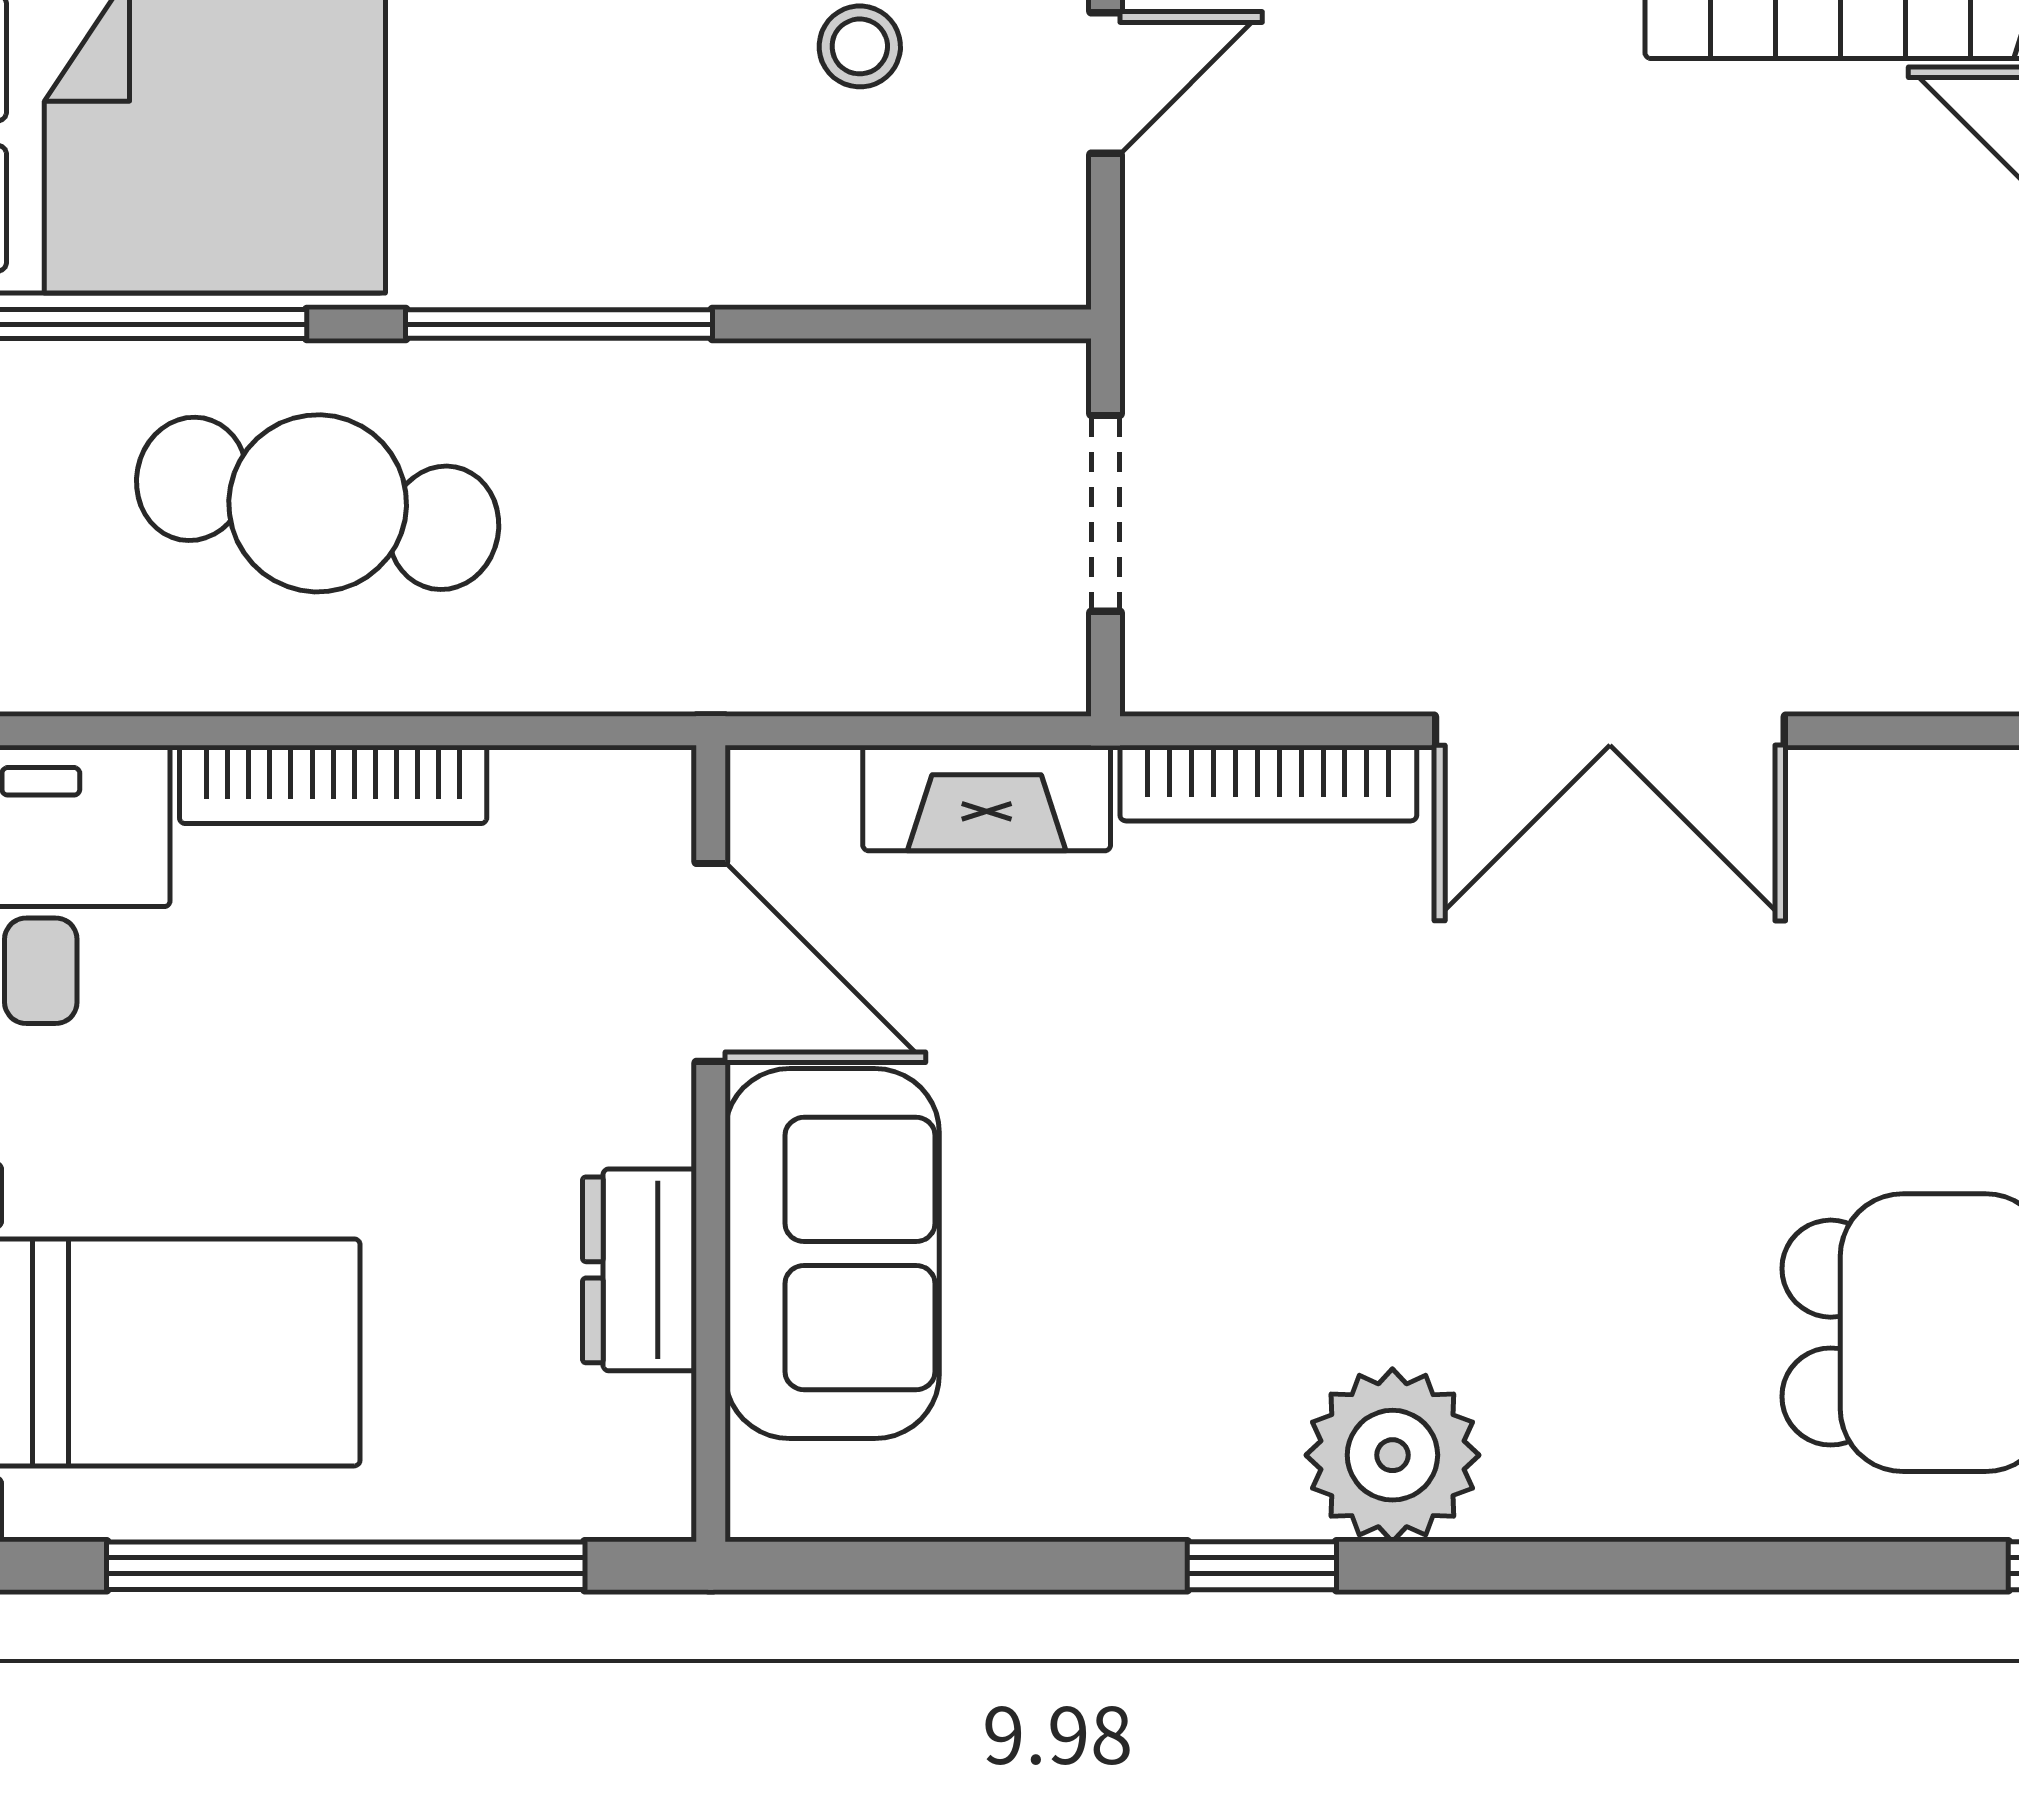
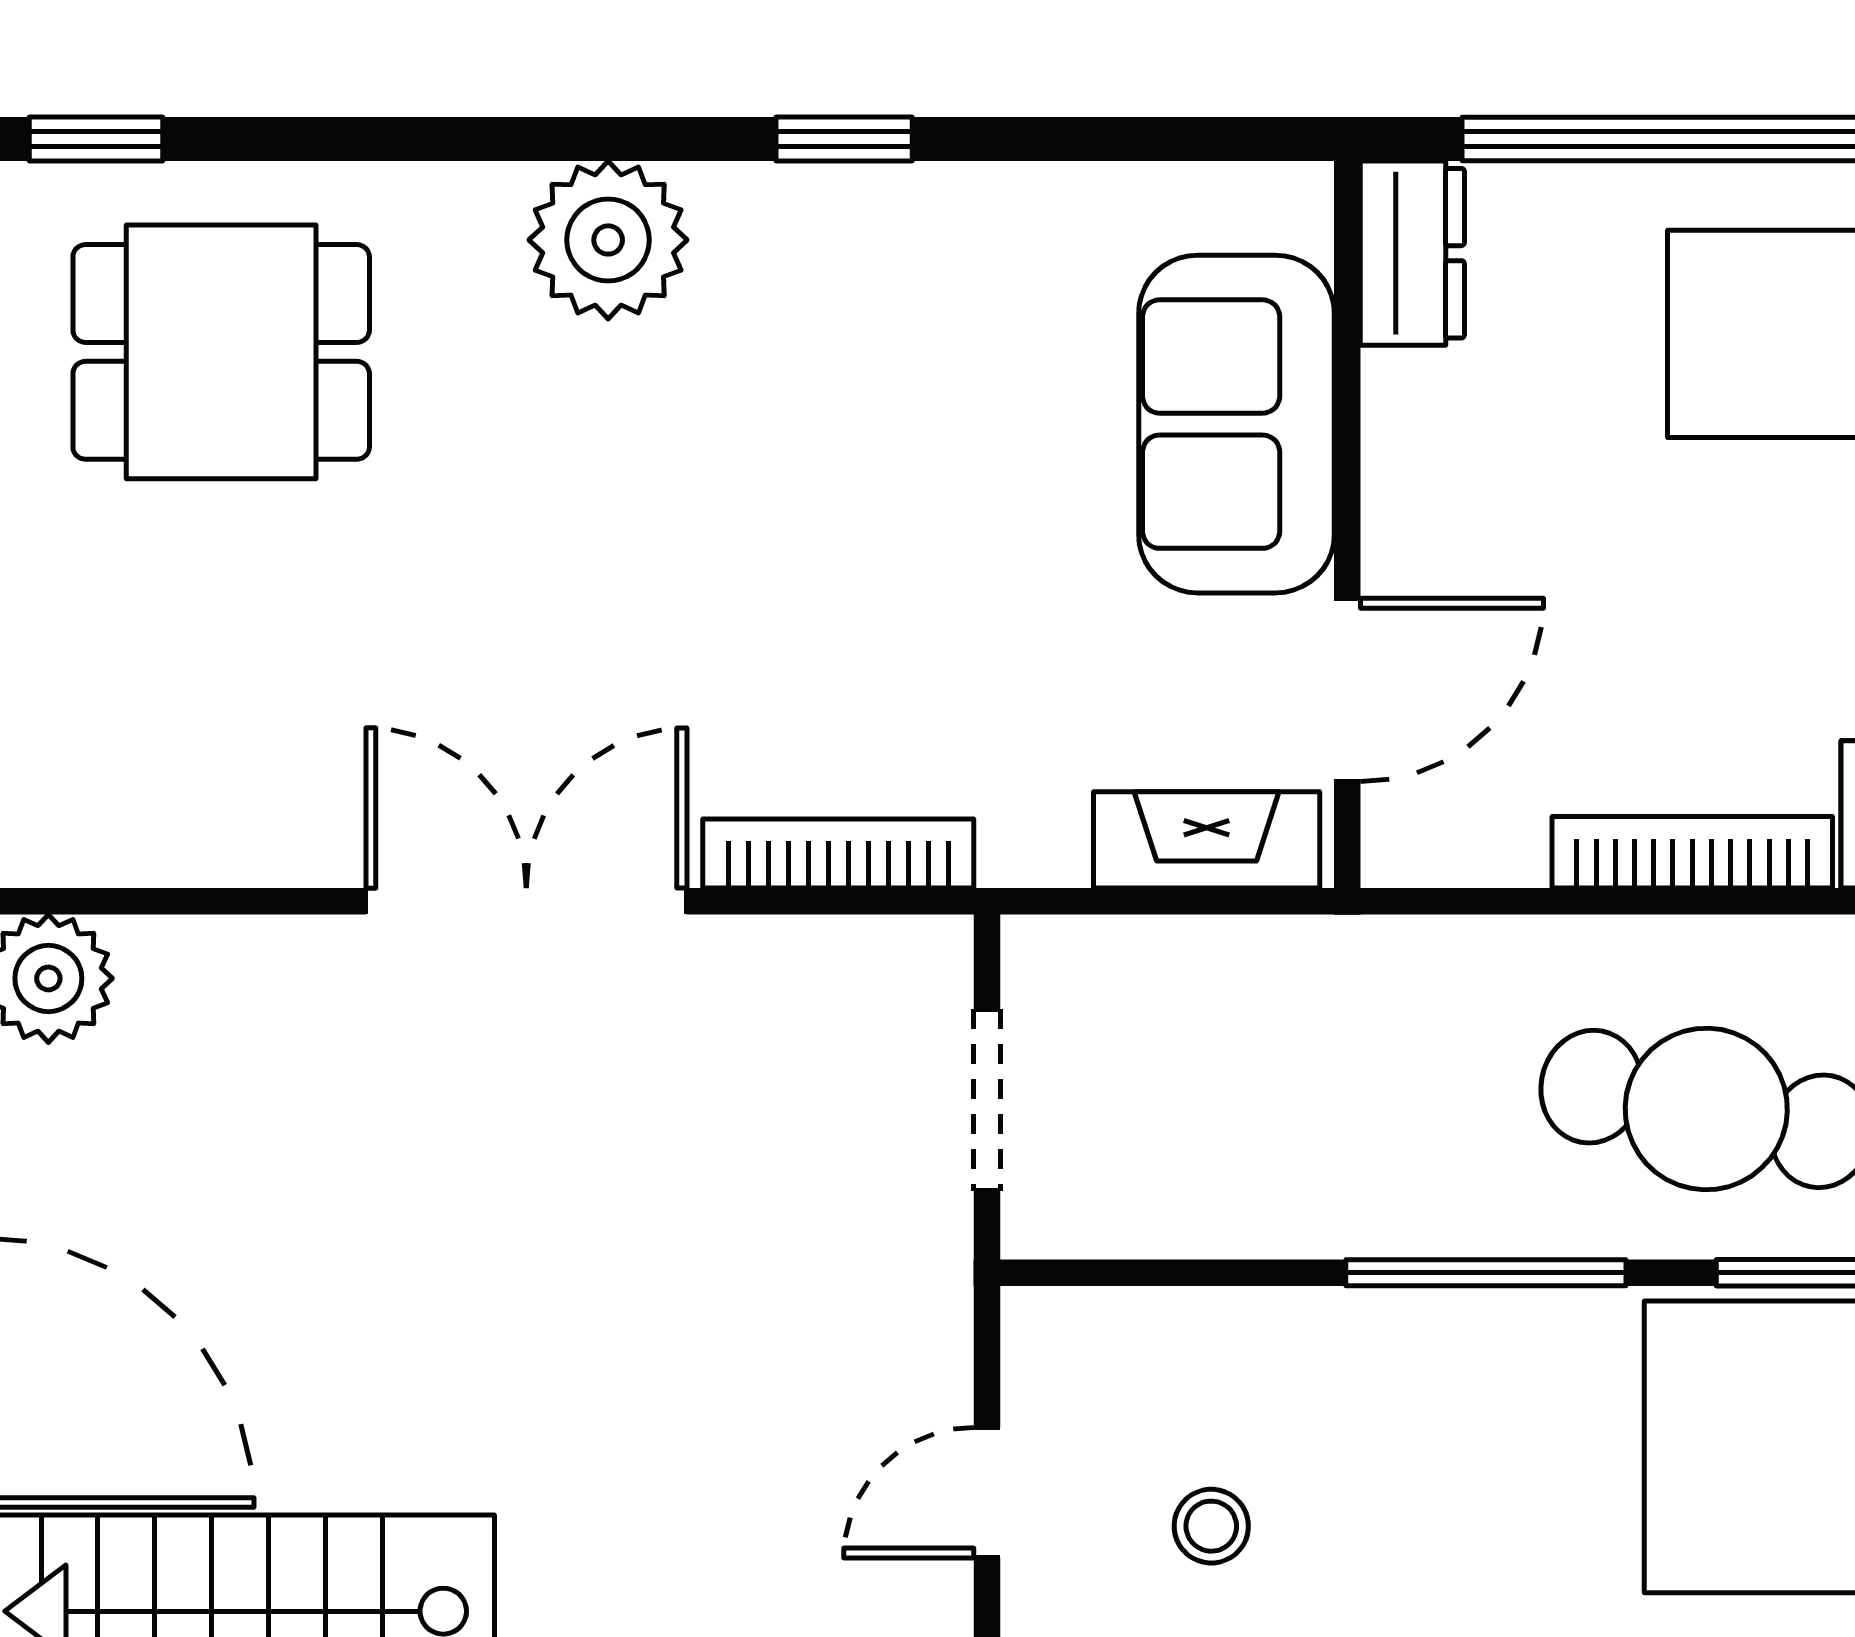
fireplace: (987, 798) -> (1207, 840), moved
door: (711, 962) -> (1347, 690), swing flipped
dresser: (640, 1270) -> (1412, 253), moved
plant: (1392, 1455) -> (608, 240), moved

